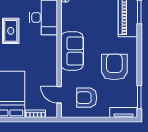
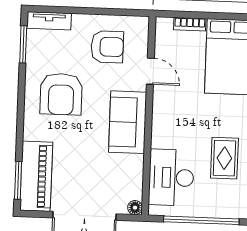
door: (59, 95) -> (150, 71), moved

